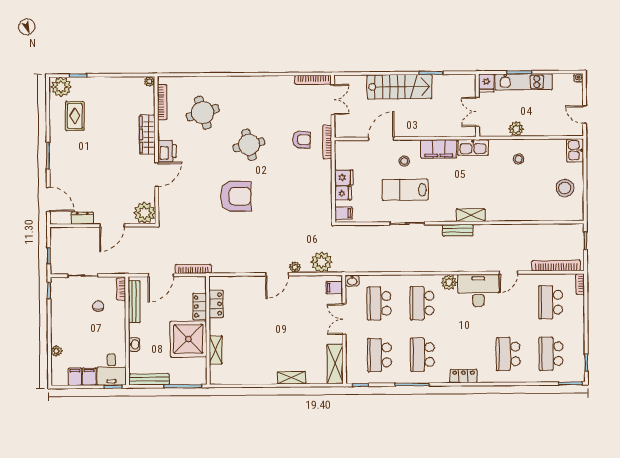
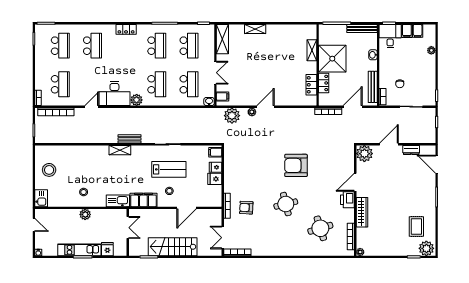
wall: (477, 105) -> (128, 232), moved
double door: (477, 112) -> (128, 228), moved

